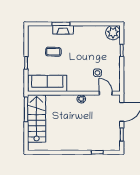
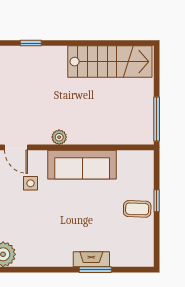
coffee table: (53, 52) -> (137, 209), moved
sofa: (47, 83) -> (82, 165), moved
stairs: (37, 119) -> (110, 62), moved, turned -90

